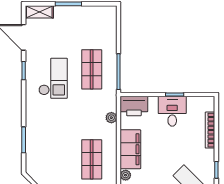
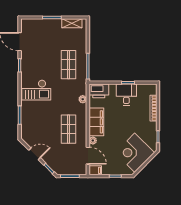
shelving: (39, 12) -> (72, 23), moved
checkout: (53, 78) -> (36, 90), moved, turned 90

